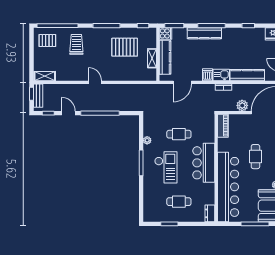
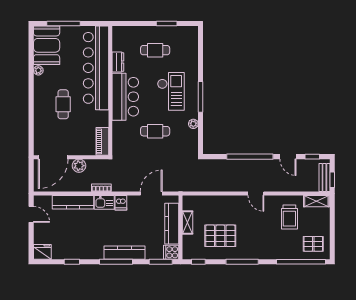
trolley: (76, 44) -> (289, 217), moved
checkout: (166, 167) -> (171, 91), turned 180
dresser: (210, 213) -> (118, 62), moved

